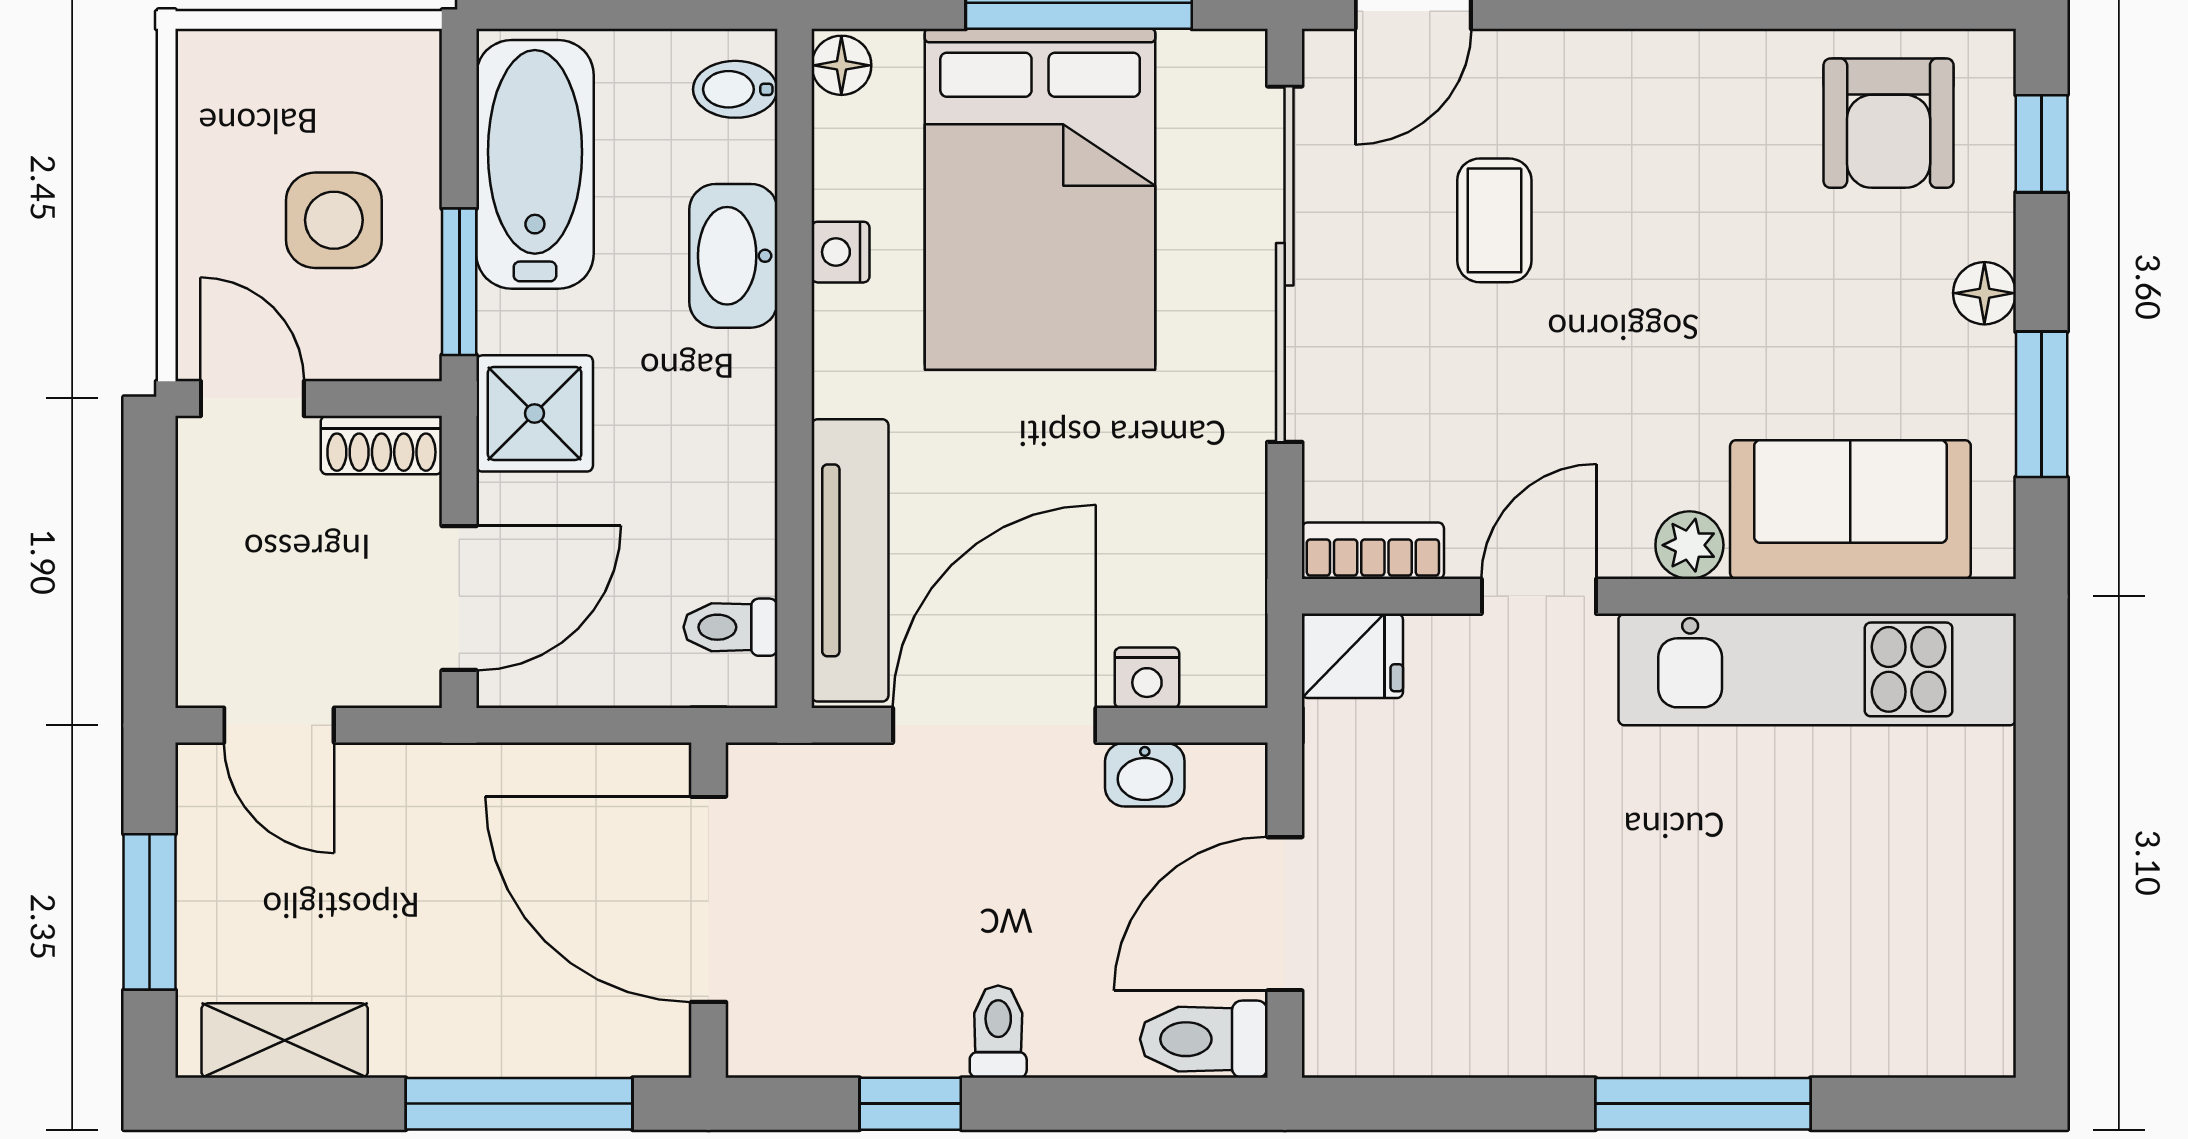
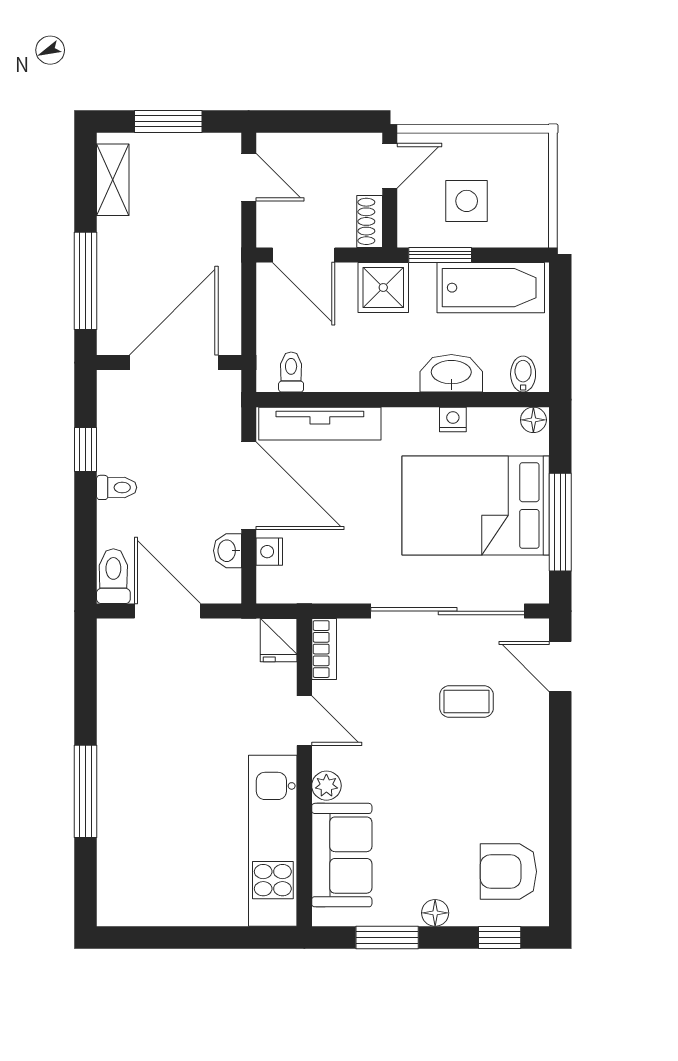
door: (279, 725) -> (249, 177), swing flipped

